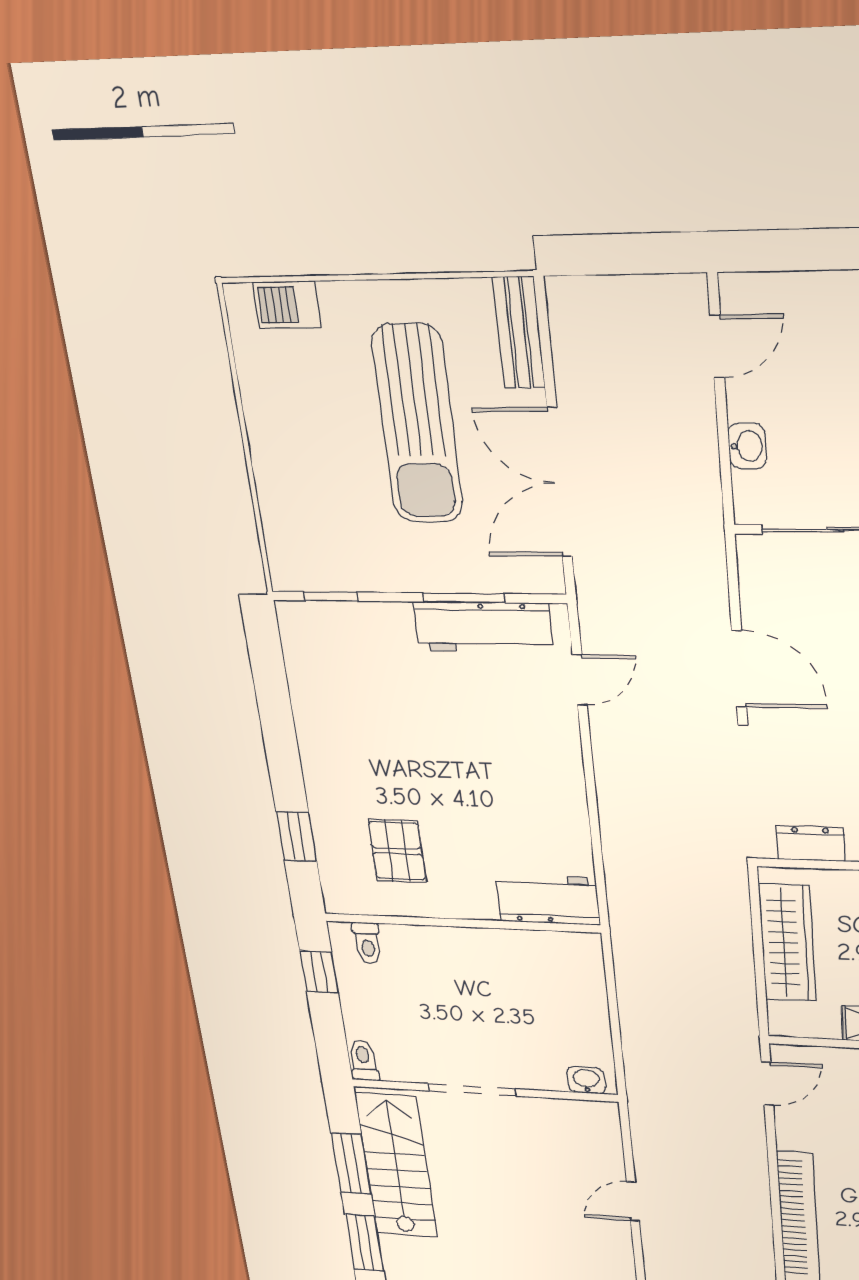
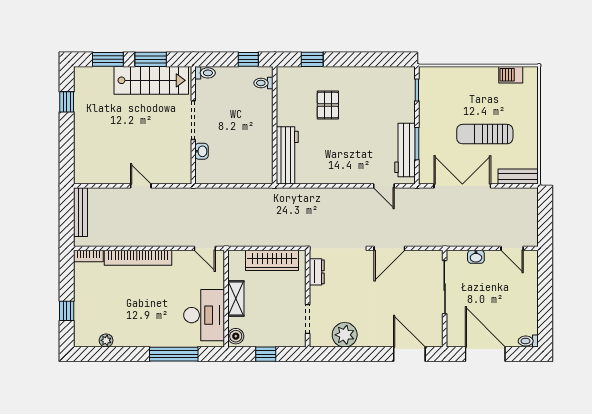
barbecue: (287, 305) -> (511, 75), moved, turned -90
sun lounger: (417, 424) -> (485, 134), width x0.73, depth x0.75
pallet: (397, 851) -> (328, 105), moved, turned 90
workbench: (548, 900) -> (287, 155), width x1.38
washbasin: (586, 1080) -> (202, 151), moved

